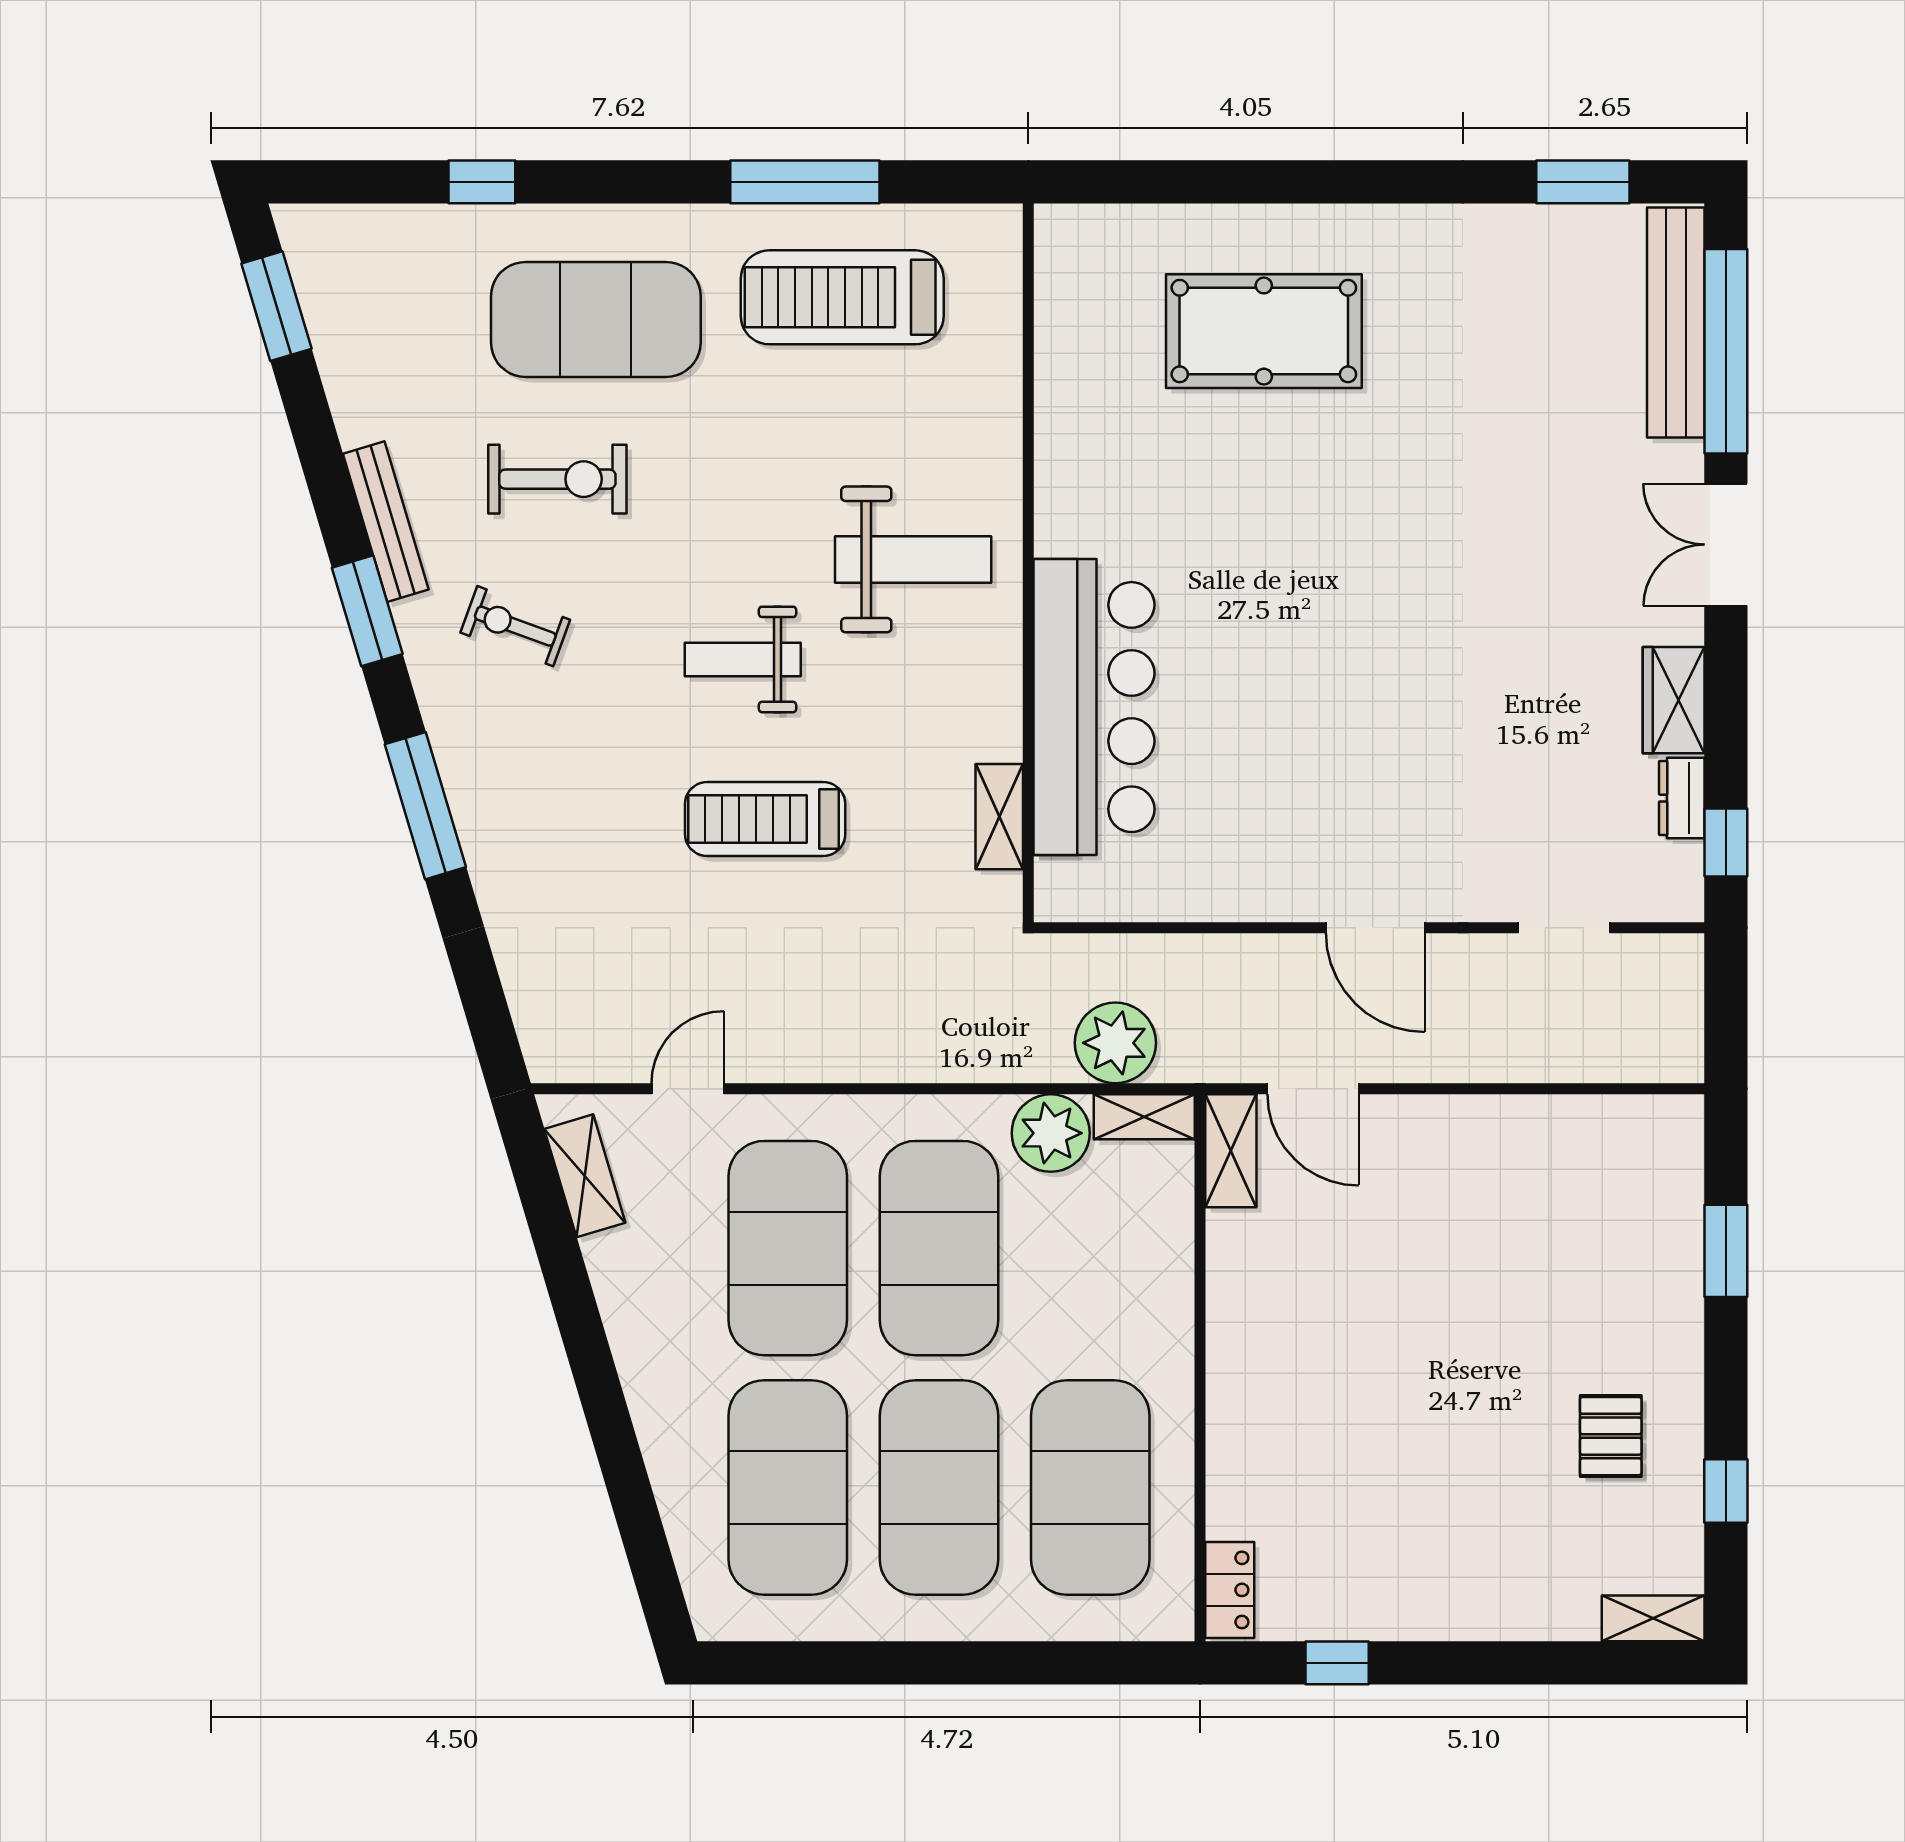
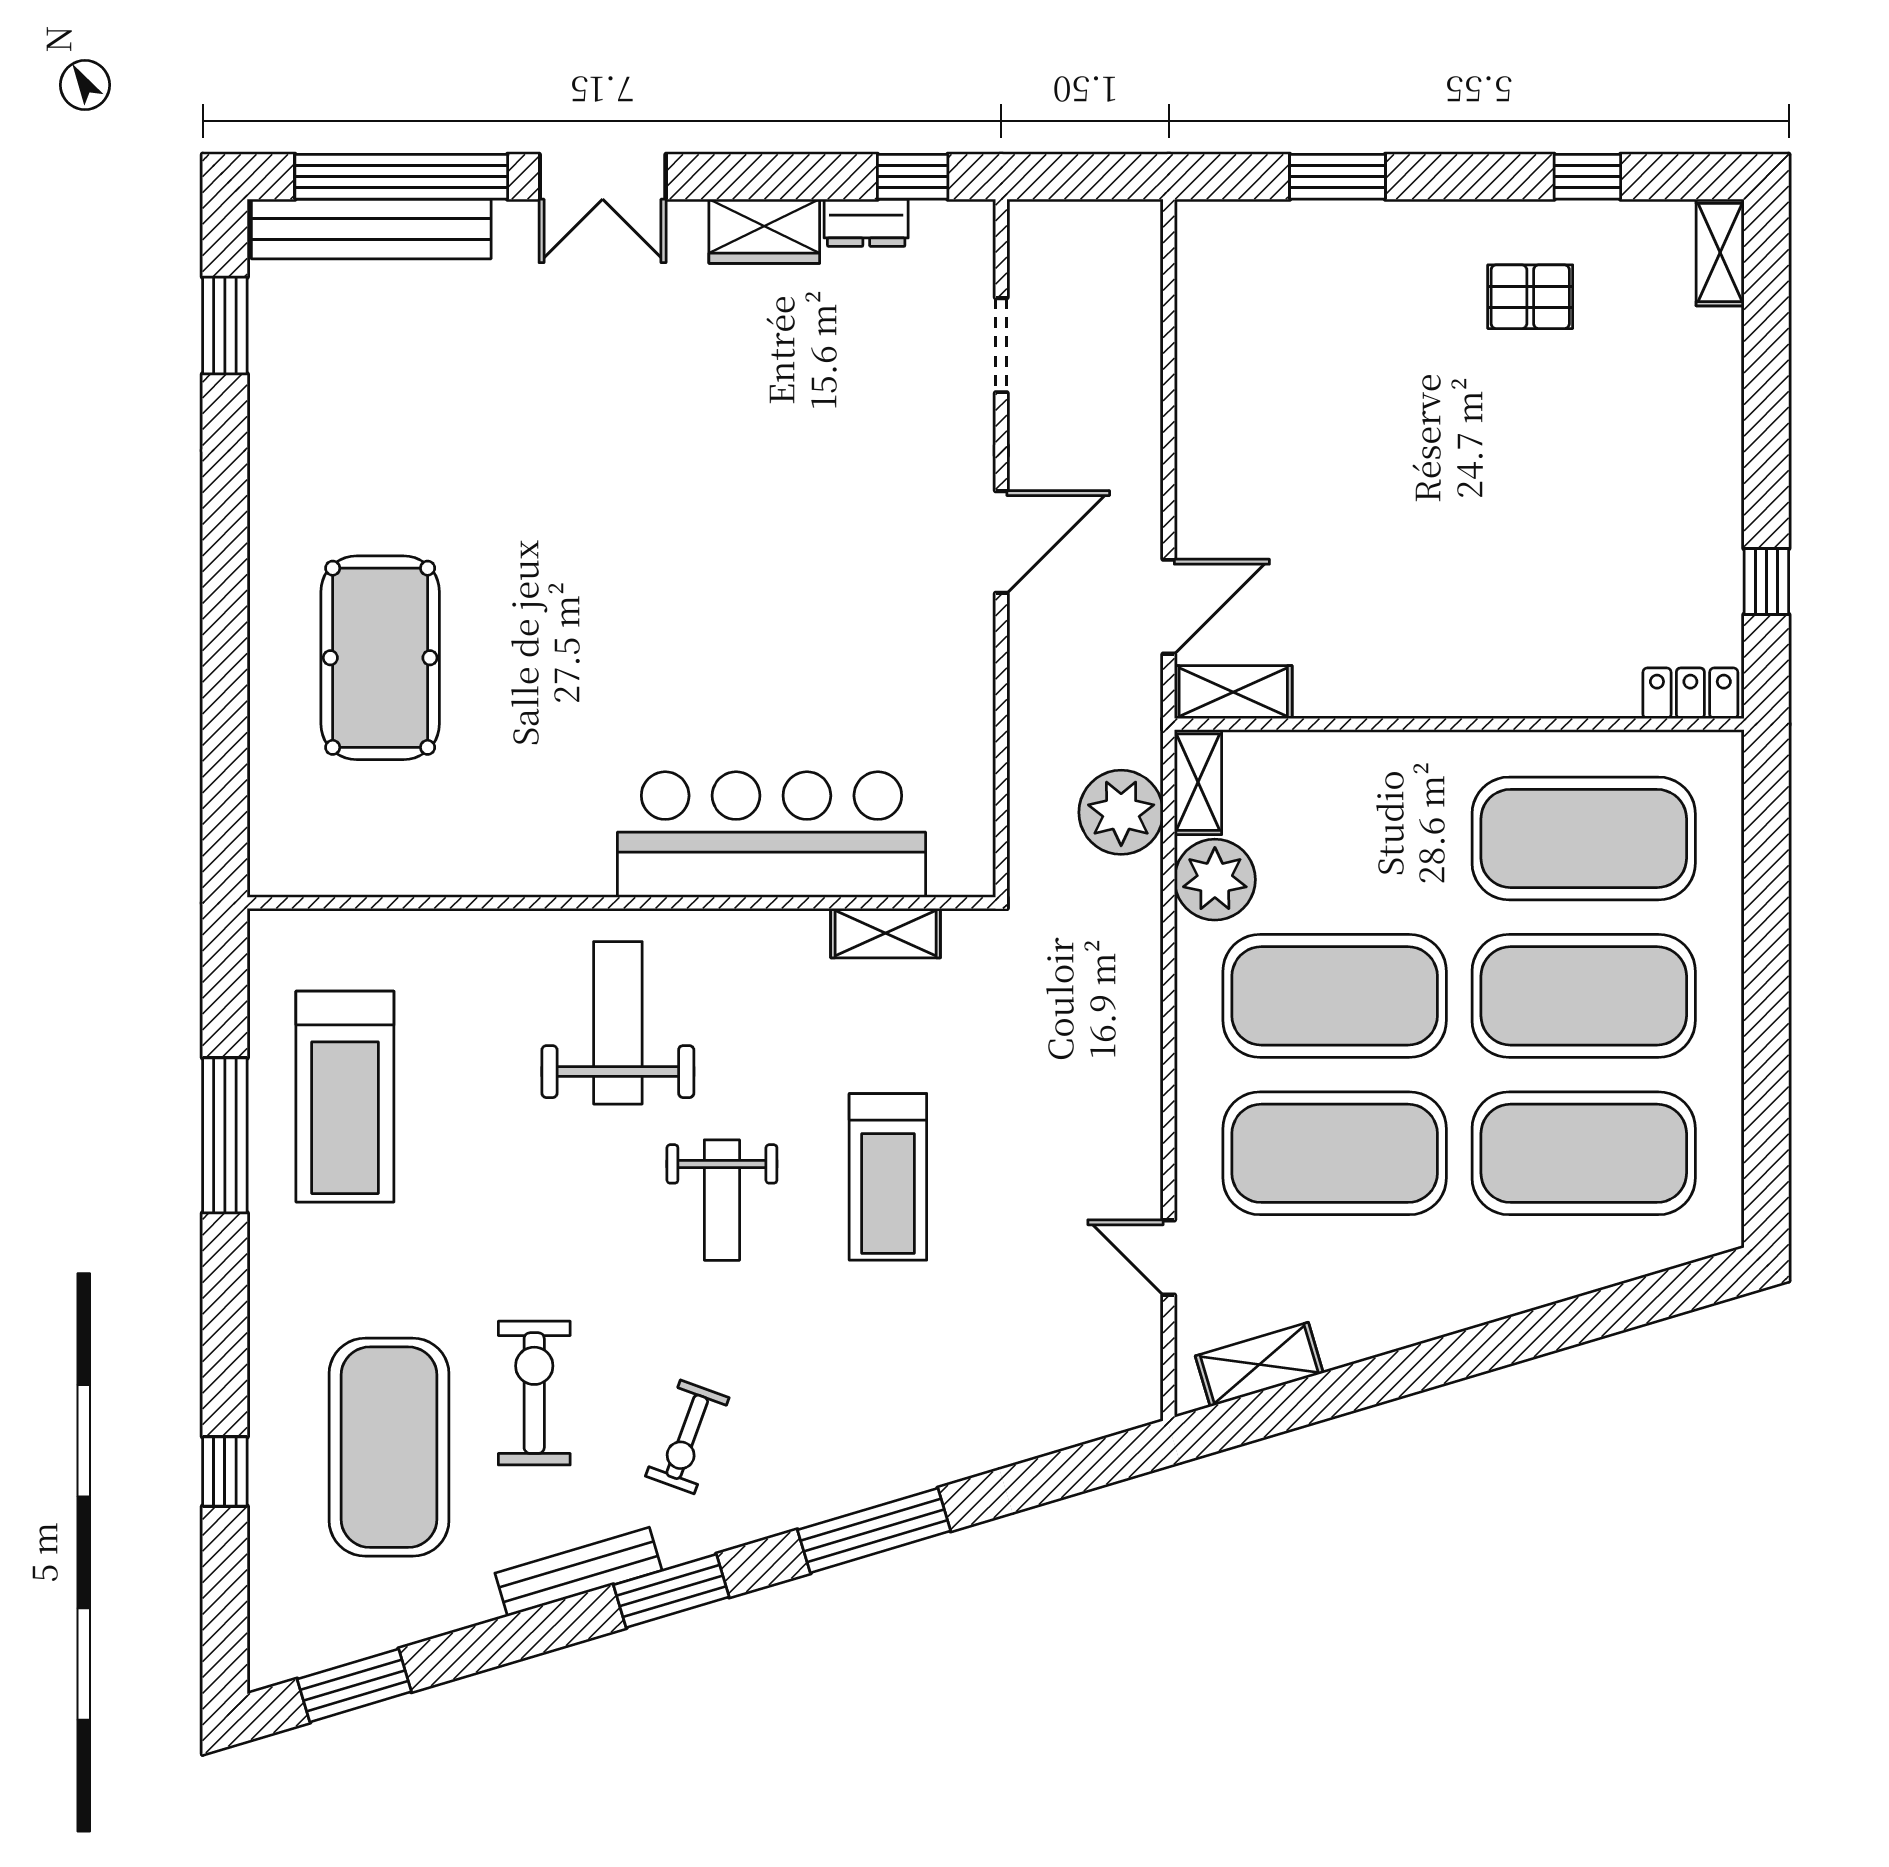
exercise mat: (596, 319) -> (389, 1447), moved

